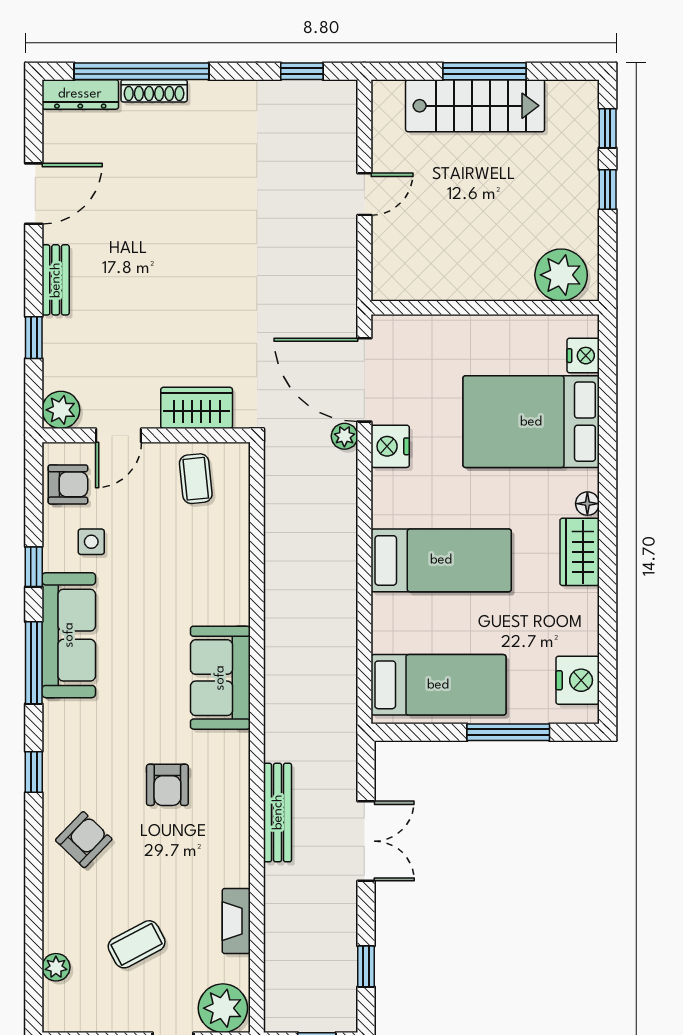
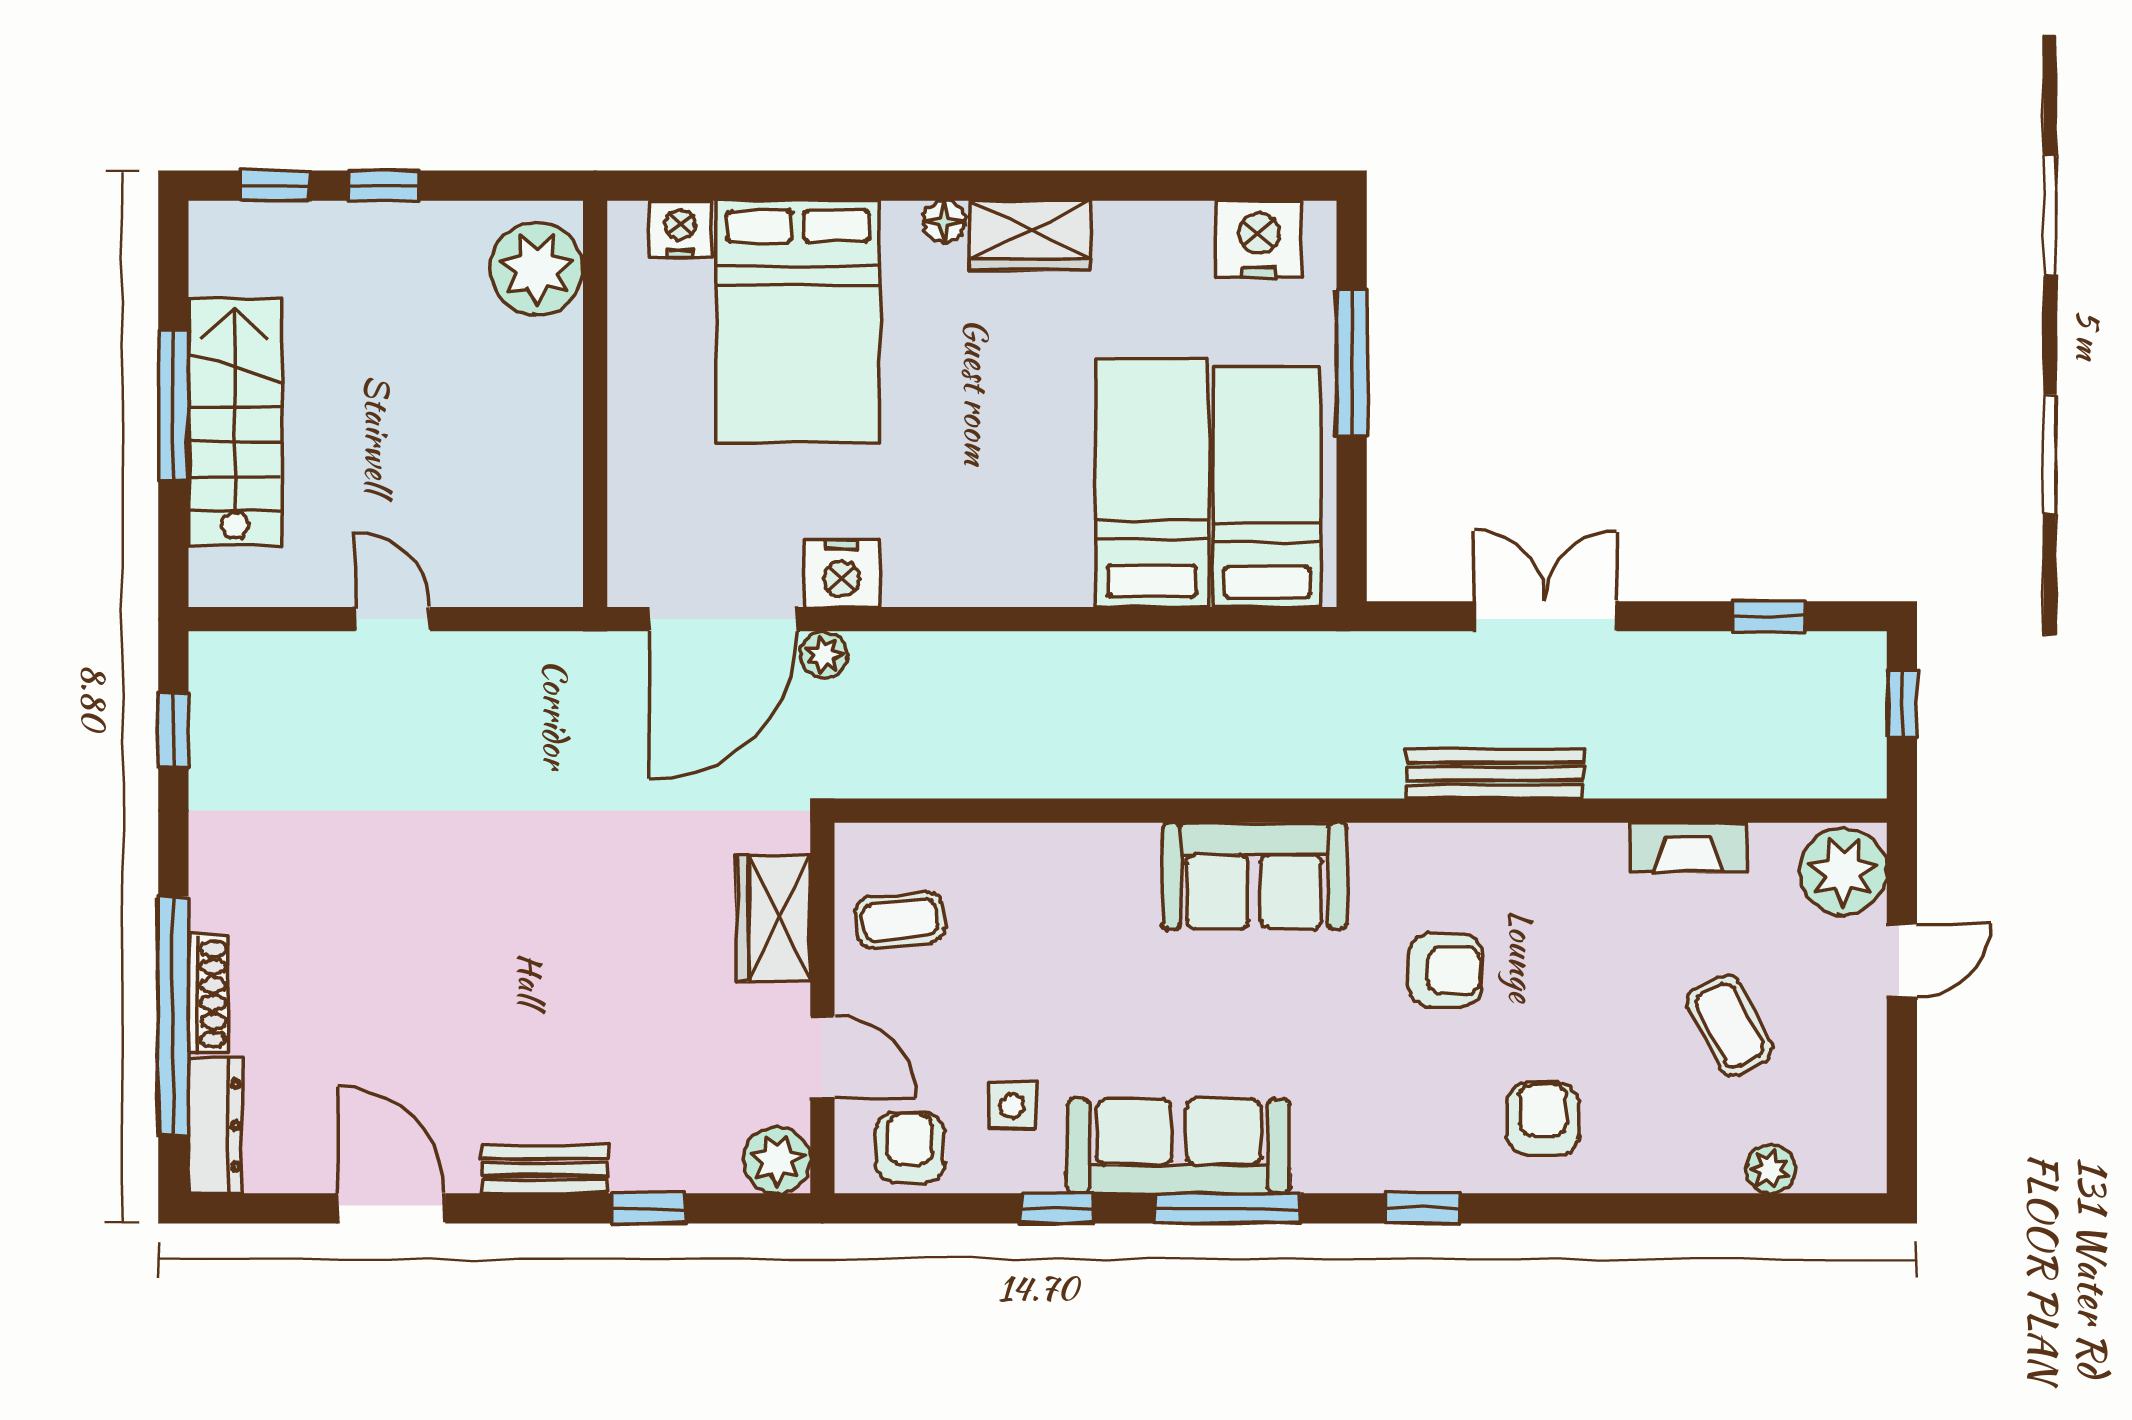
bed: (441, 560) -> (1152, 482), moved
armchair: (84, 840) -> (1543, 1119), turned 46

